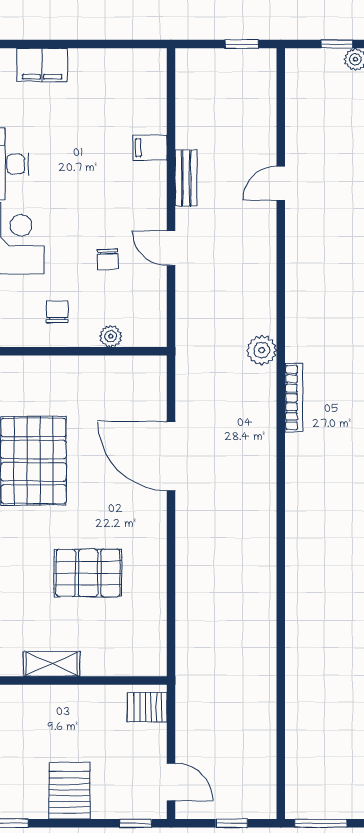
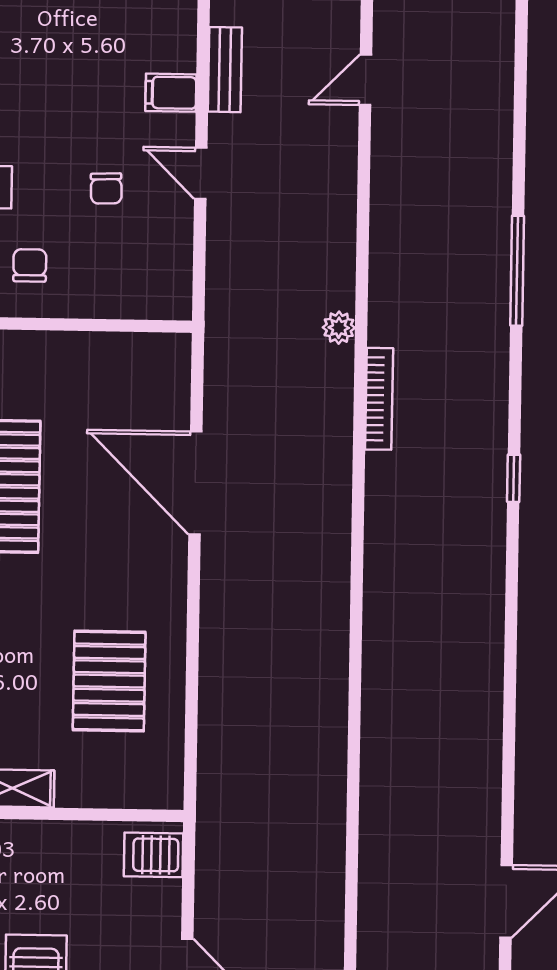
filing cabinet: (150, 148) -> (171, 93), moved
plant: (111, 336) -> (109, 303), removed
plant: (262, 350) -> (339, 328), width x0.73, depth x0.73
pallet: (88, 573) -> (109, 681), moved, turned 90

